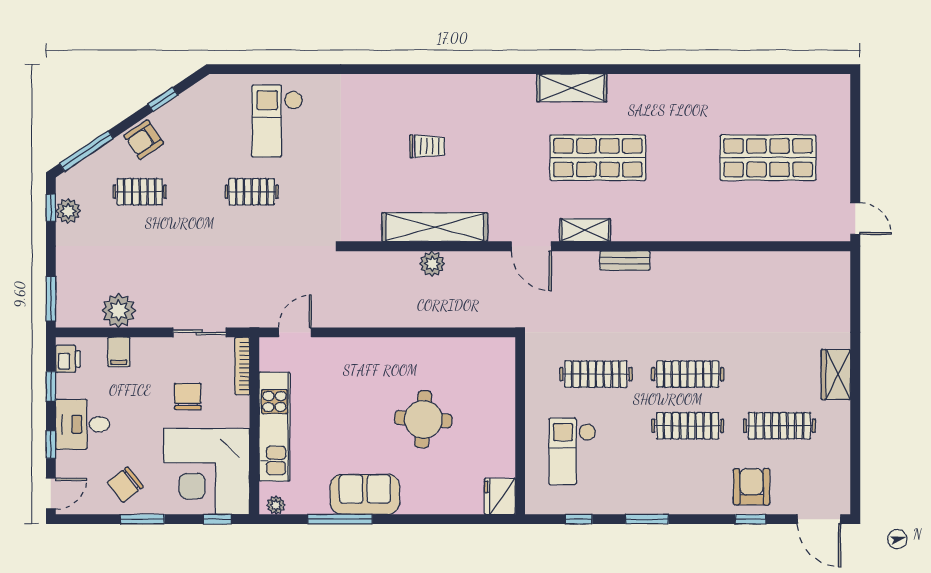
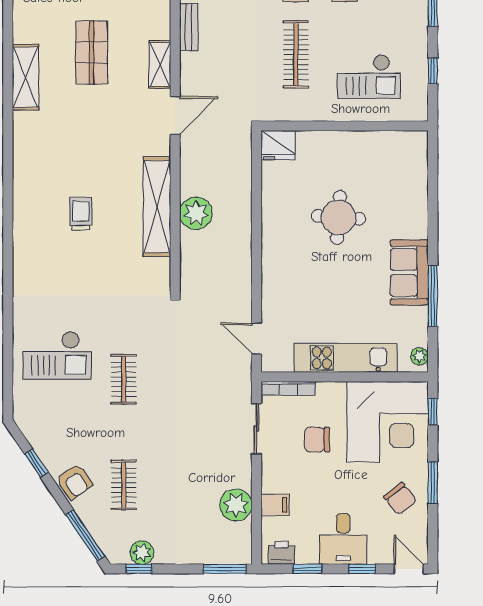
shop shelf: (598, 158) -> (92, 53), width x0.70, depth x0.74
plant: (432, 264) -> (196, 213), width x1.36, depth x1.36
fridge: (500, 496) -> (278, 145), moved

